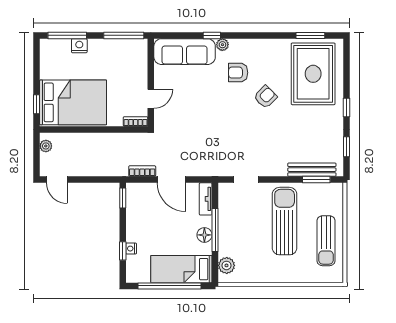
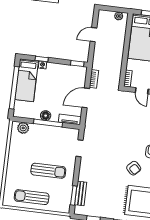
bench: (312, 170) -> (81, 193), width x0.73
door: (57, 179) -> (93, 35), moved
sun lounger: (285, 221) -> (48, 171), width x0.73, depth x0.75
bed: (181, 269) -> (27, 80), moved, turned 180

